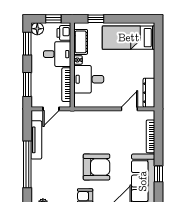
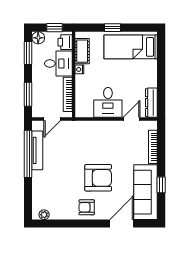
window: (96, 19) -> (112, 28), moved
desk: (89, 79) -> (108, 102), moved, turned -90
window: (27, 164) -> (28, 154), moved

